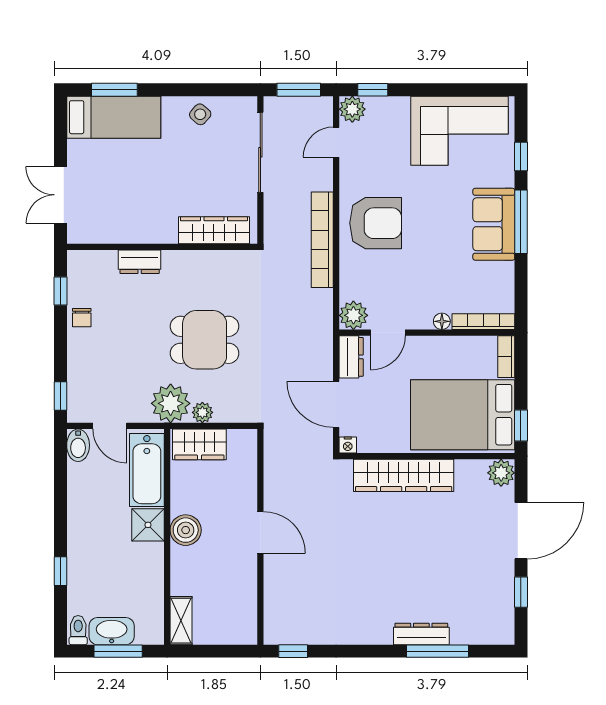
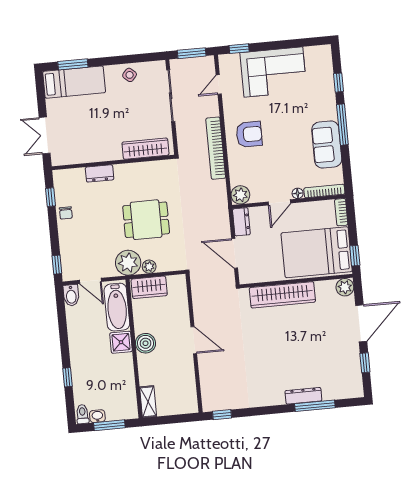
plant: (352, 109) -> (227, 62), removed
corner sofa: (460, 131) -> (273, 72), moved
armchair: (376, 223) -> (249, 134), width x0.73, depth x0.73
sofa: (494, 224) -> (327, 145), moved
door: (388, 333) -> (279, 202), moved
nightstand: (348, 445) -> (245, 279), removed
washbasin: (112, 631) -> (97, 416), width x0.52, depth x0.69

